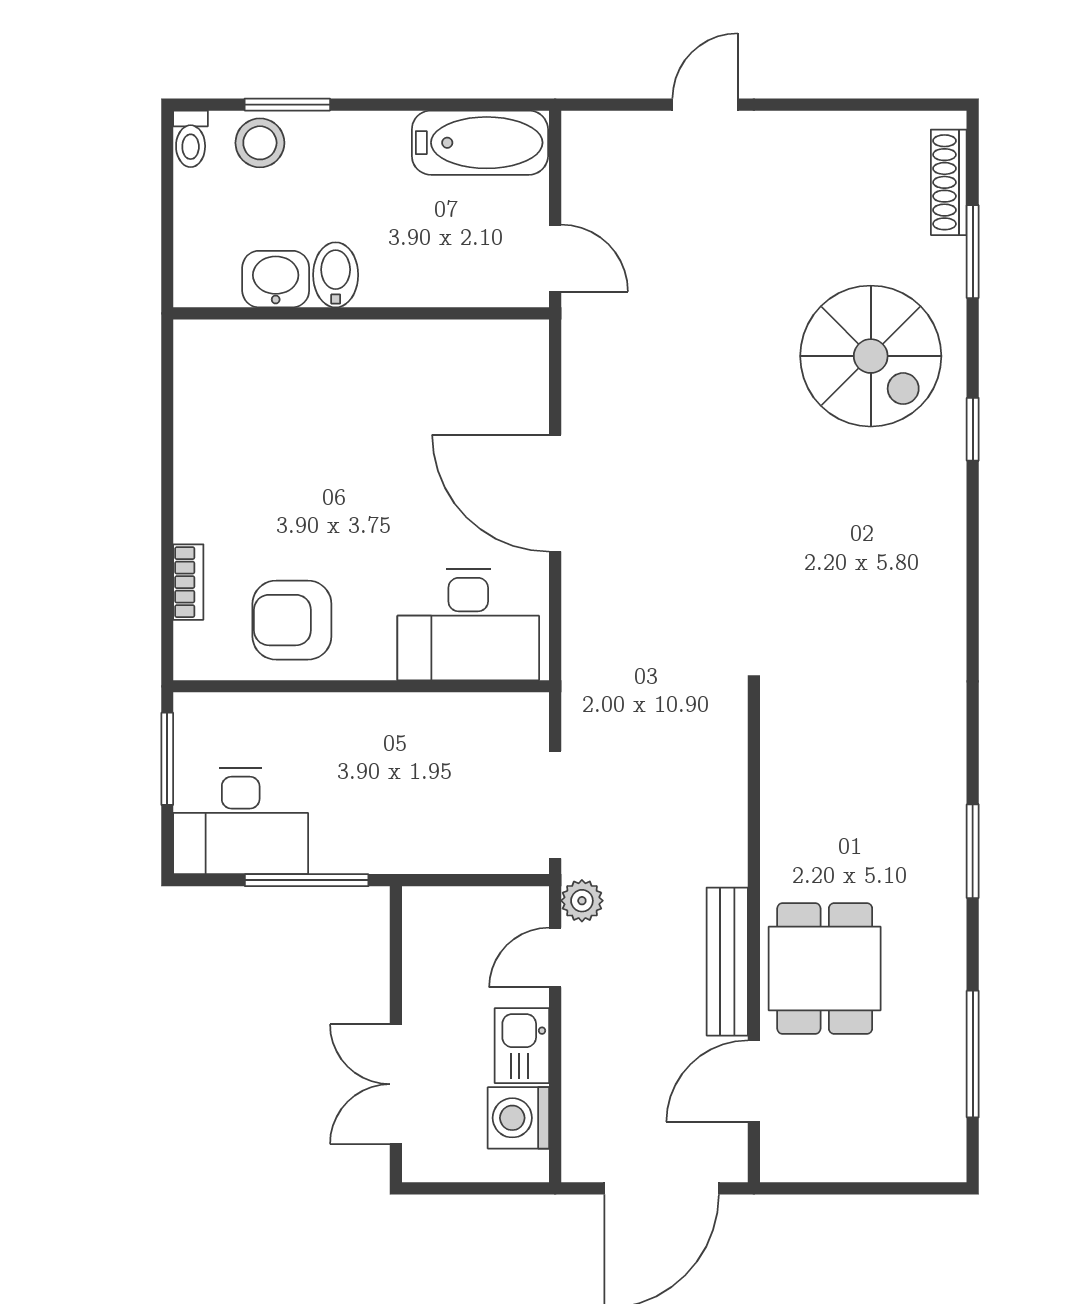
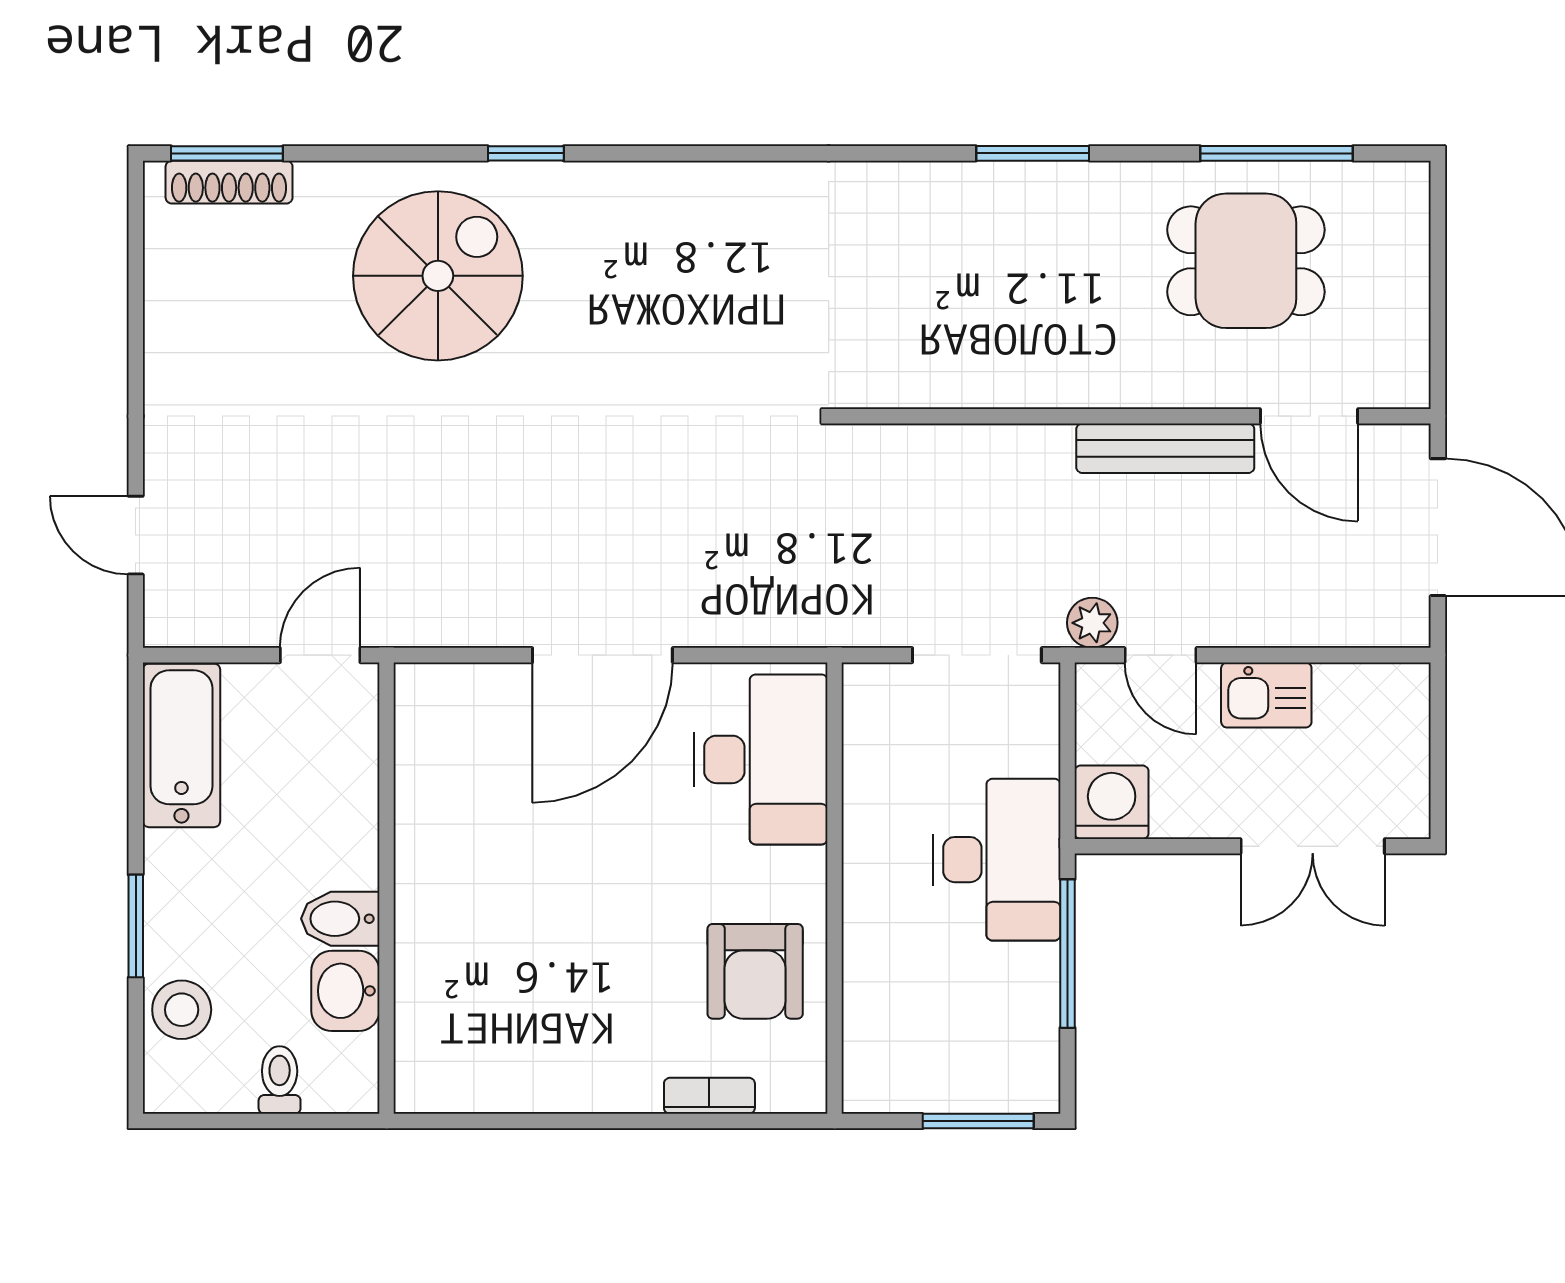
window: (287, 105) -> (136, 926), moved
door: (705, 105) -> (136, 535), moved
toilet: (191, 139) -> (280, 1080), moved, turned -90
window: (973, 252) -> (227, 153), moved
window: (167, 759) -> (978, 1121), moved
desk: (241, 821) -> (997, 860), moved
dining table: (825, 969) -> (1246, 261), moved
washing machine: (518, 1118) -> (1112, 802), moved, turned 180

